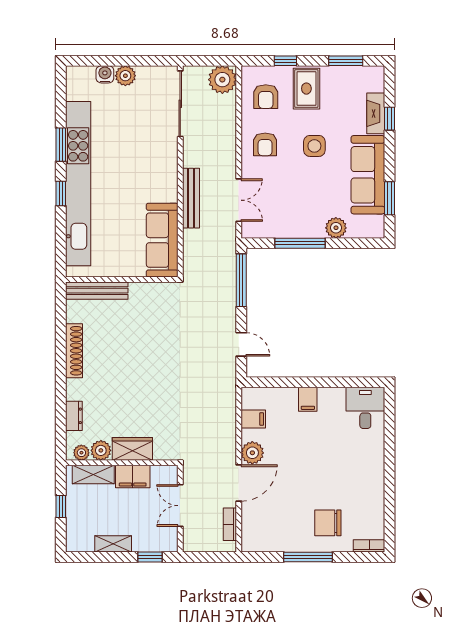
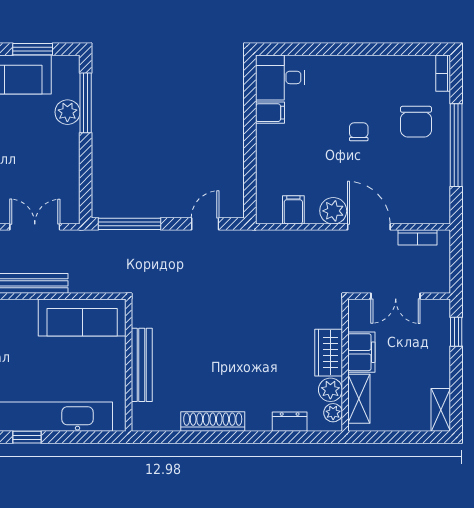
window: (300, 243) -> (86, 103), moved
bench: (97, 291) -> (142, 365), moved
filing cabinet: (308, 399) -> (270, 113), moved
chair: (319, 474) -> (359, 132), added
window: (61, 506) -> (397, 437), removed
shelving: (113, 544) -> (441, 410), moved
window: (308, 557) -> (456, 145), width x1.46

